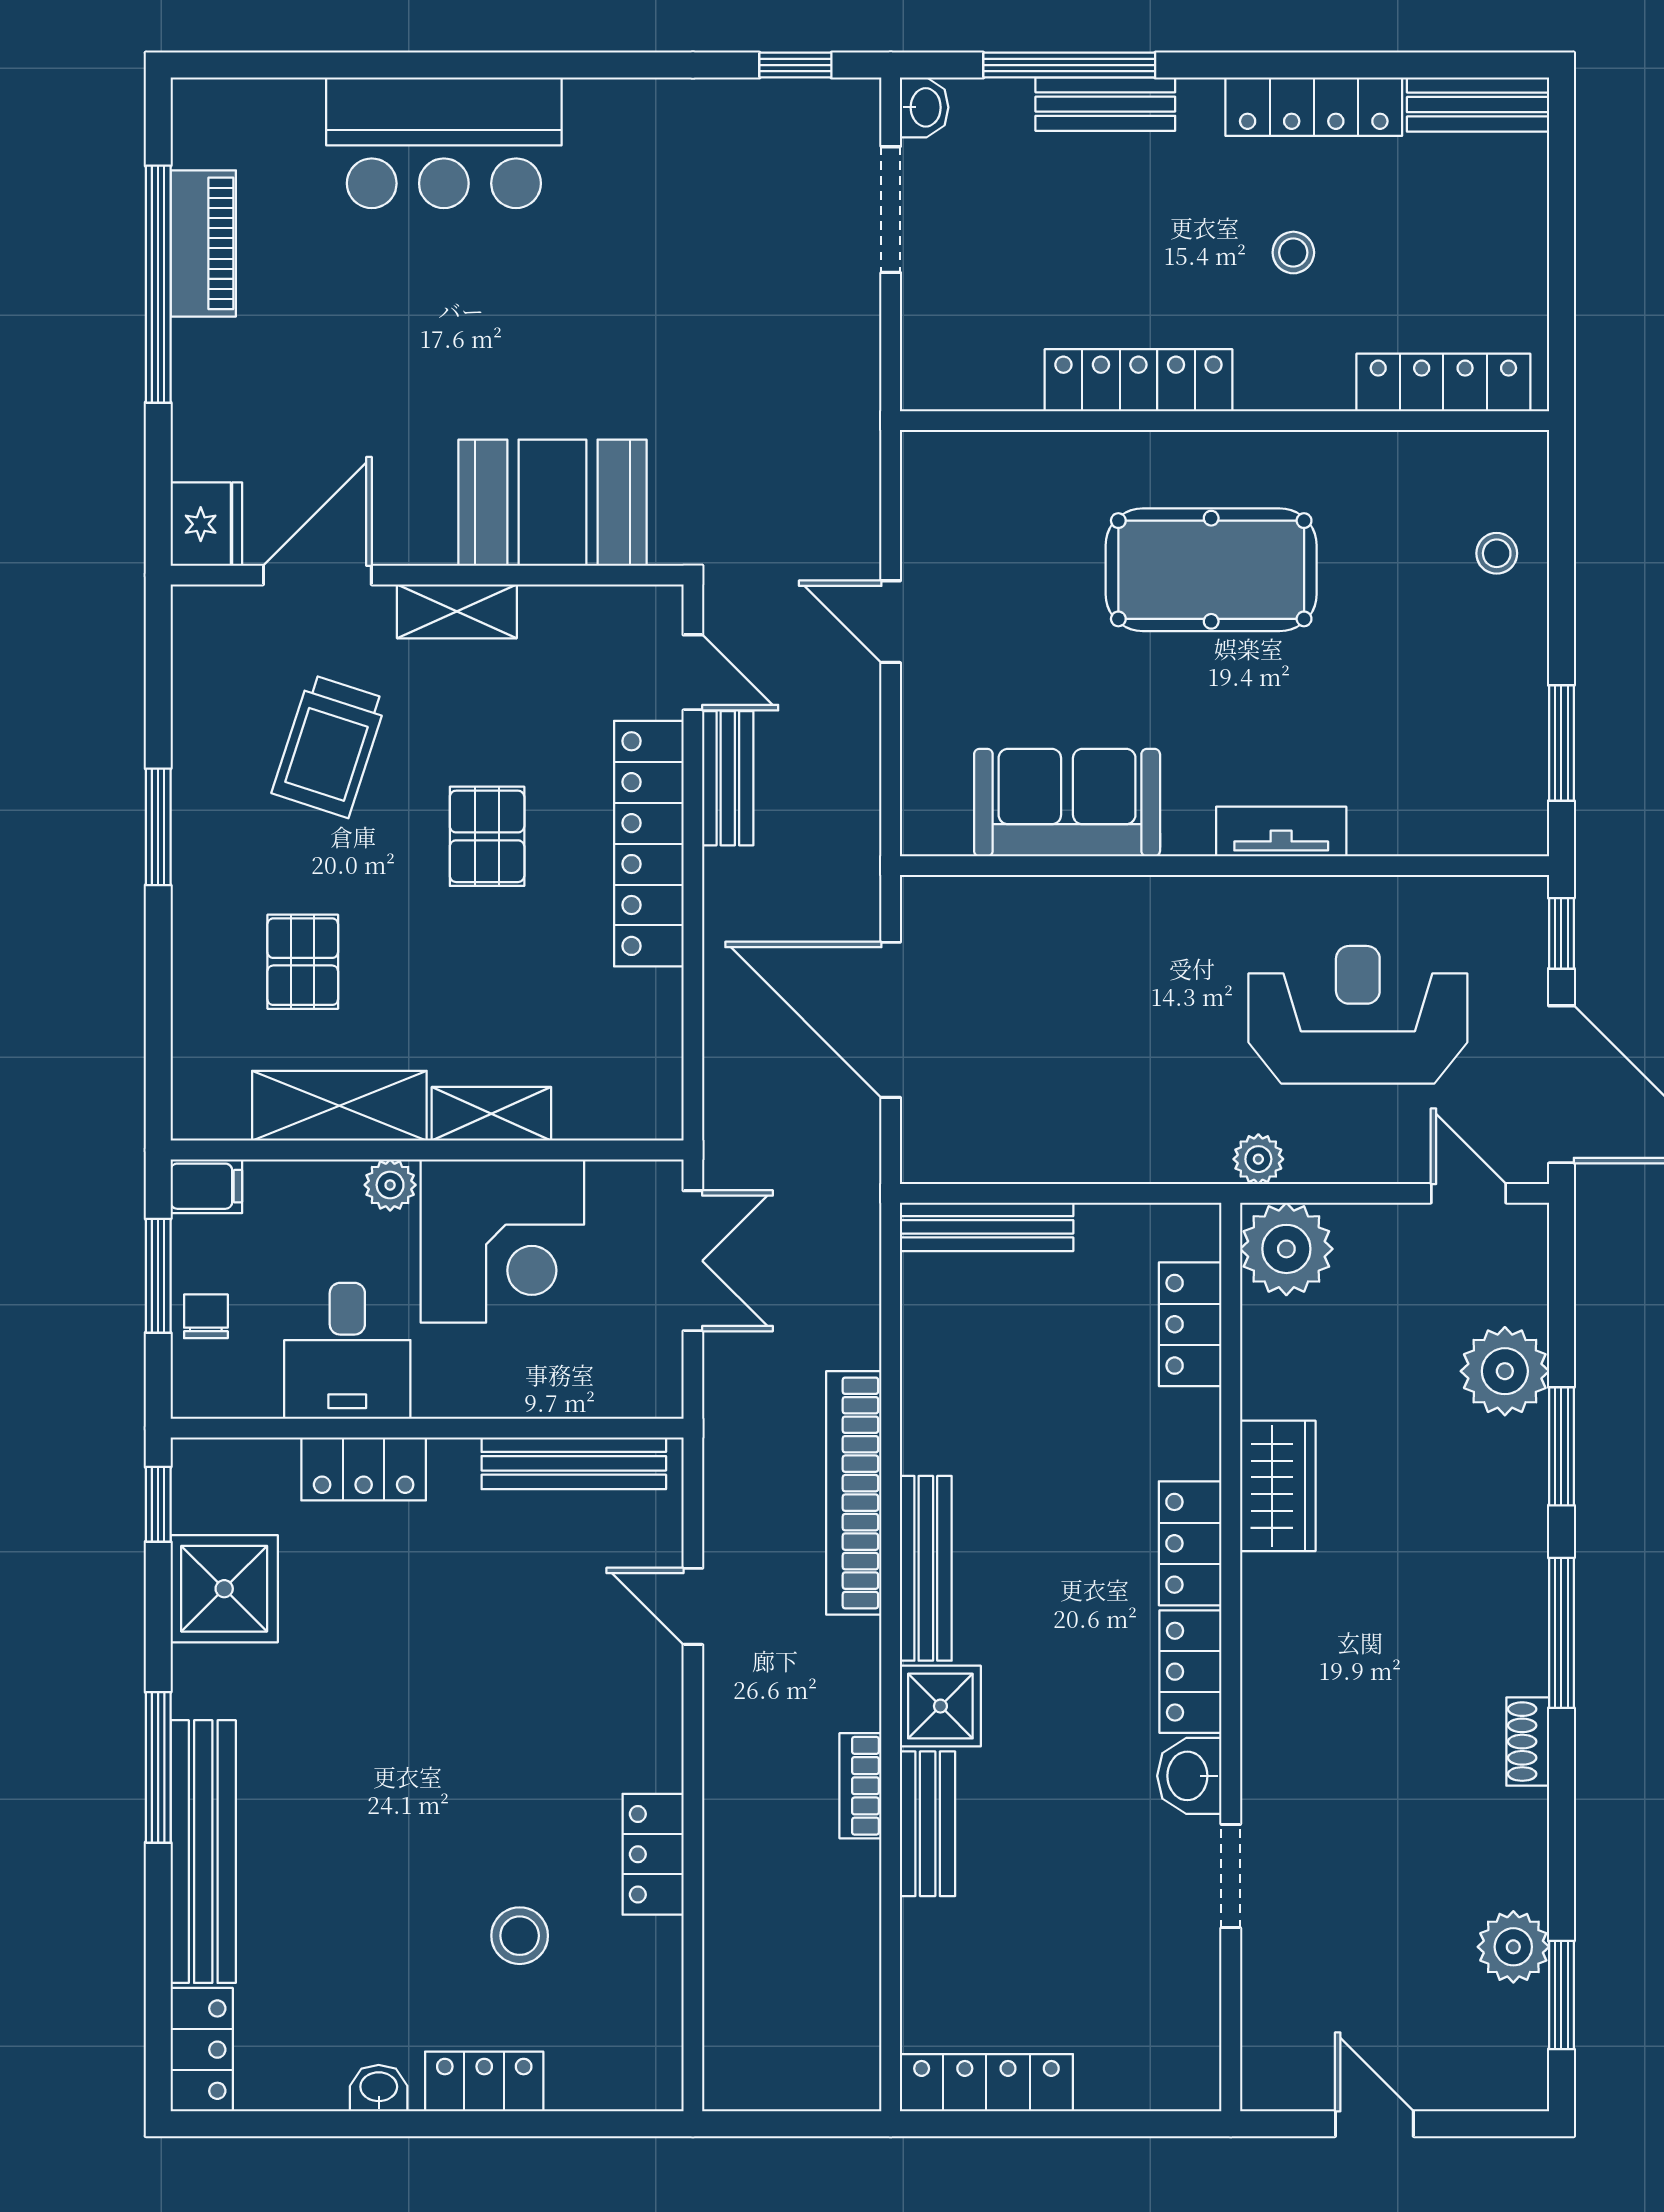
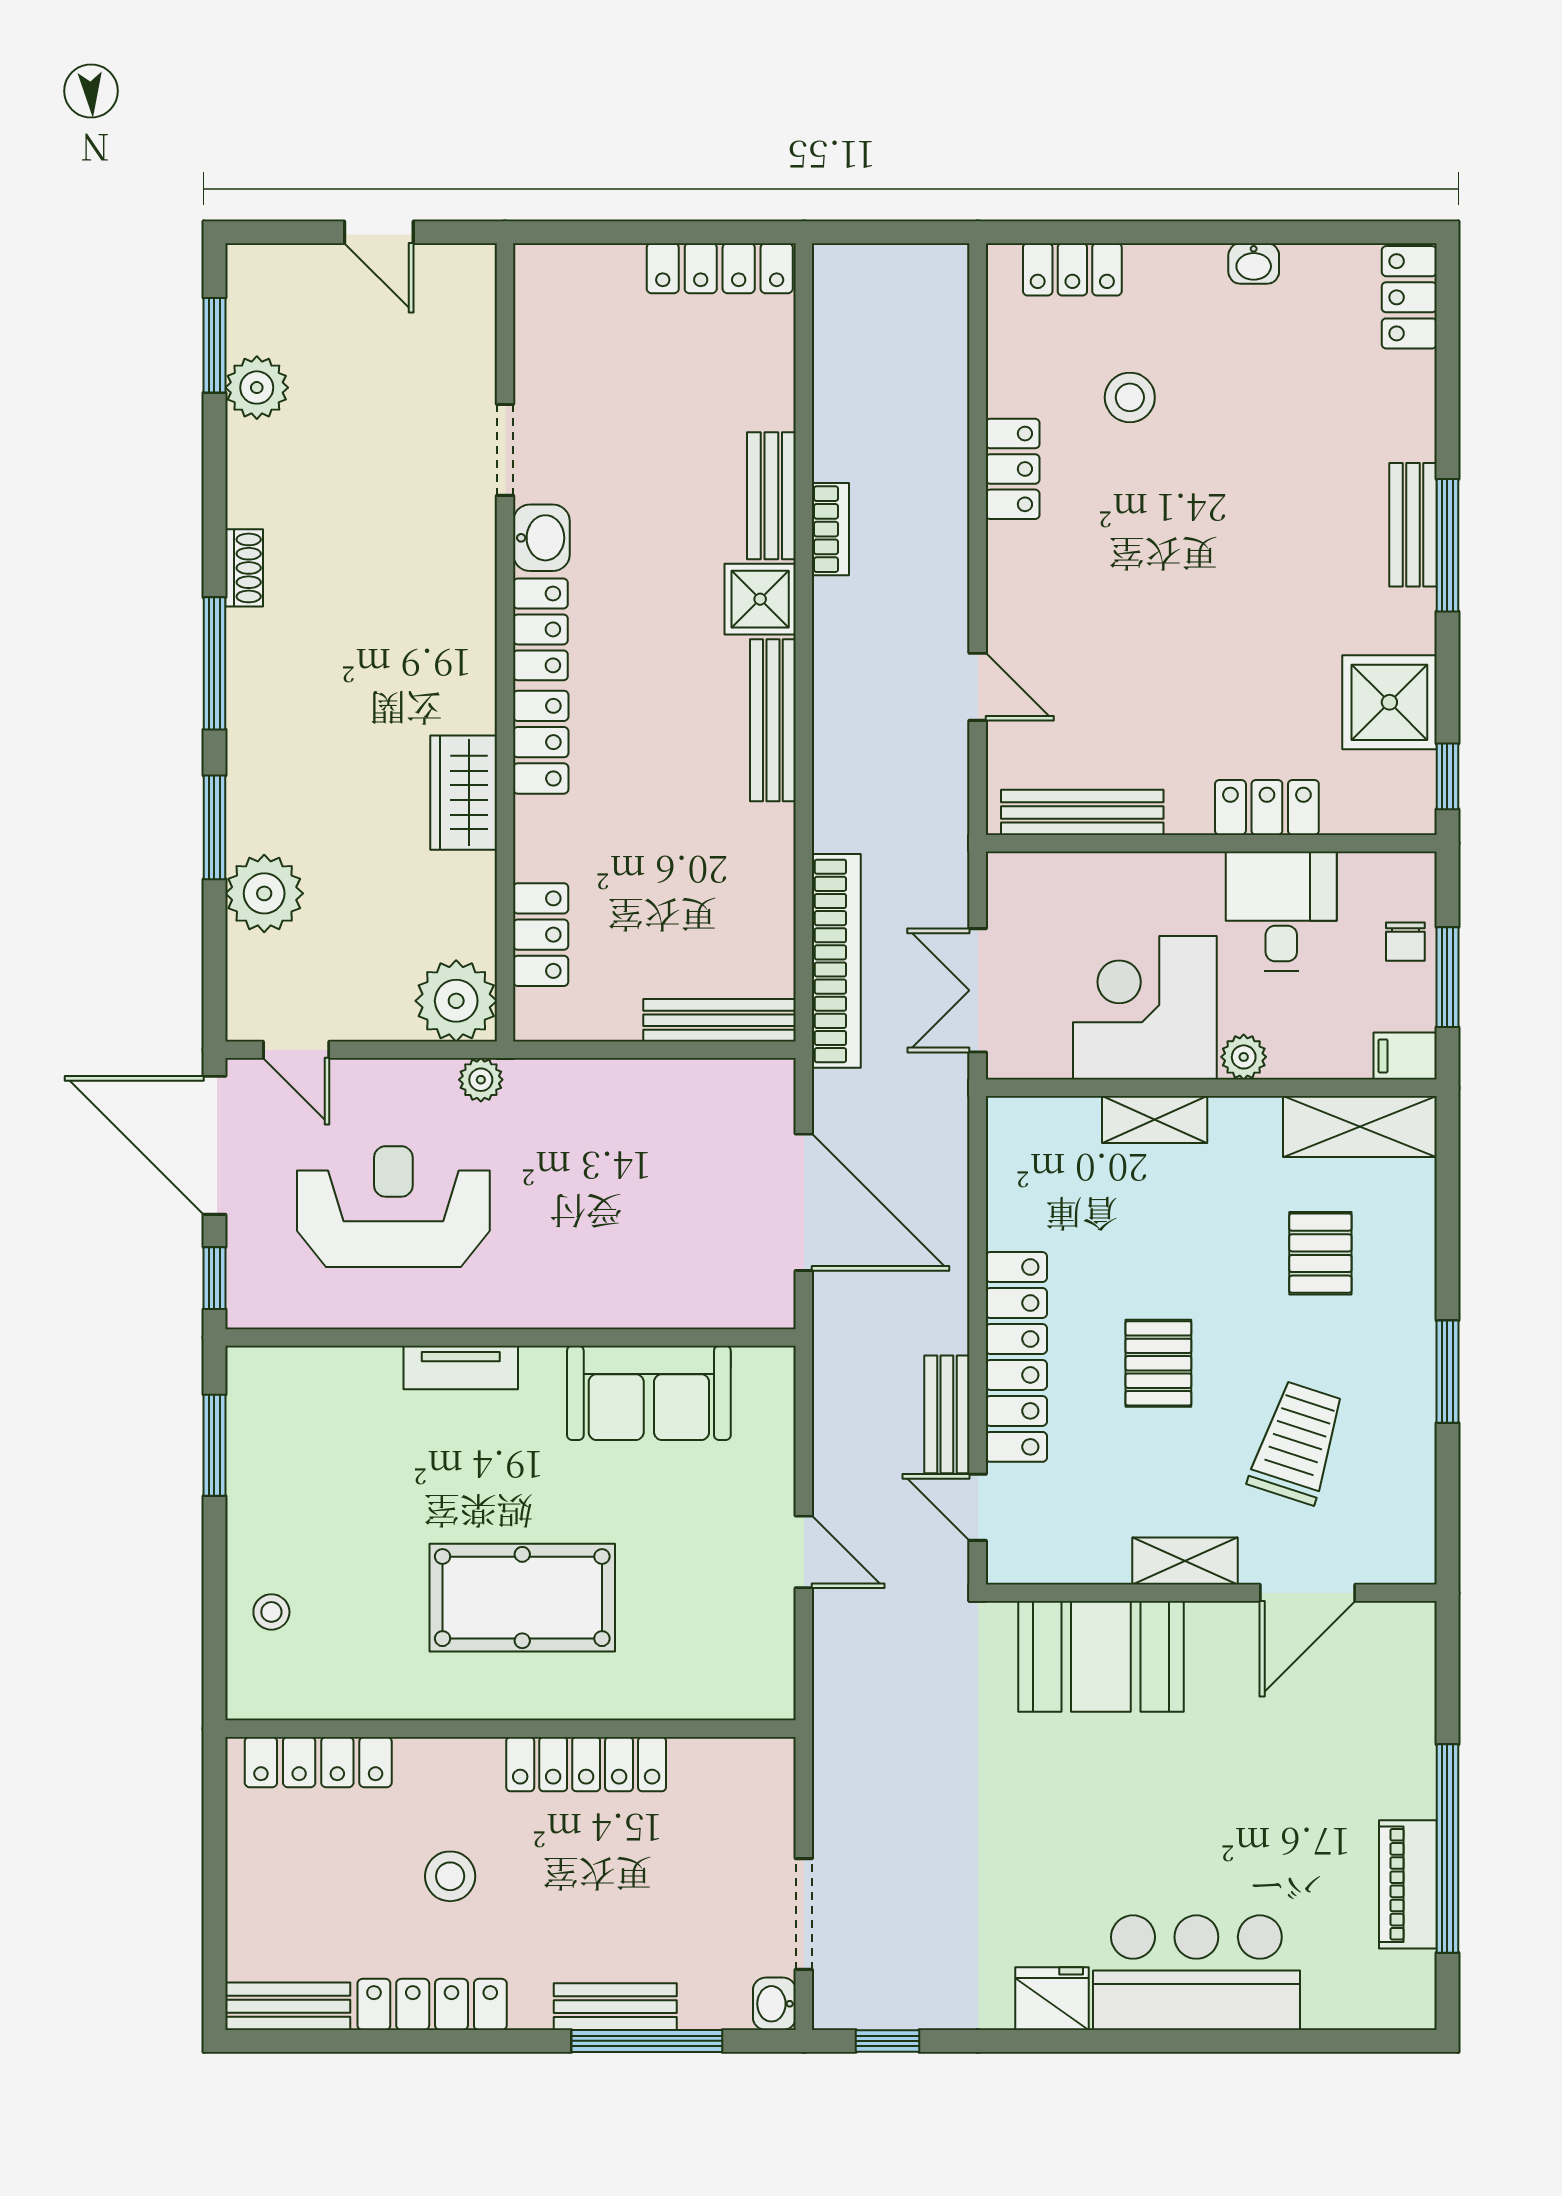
stool: (1293, 253) -> (450, 1876), width x1.37, depth x1.37
fridge: (206, 524) -> (1052, 1999), moved, turned 90
reception desk: (1358, 1015) -> (393, 1207), turned 180
shelving: (339, 1106) -> (1360, 1127), moved
bookcase: (854, 1493) -> (836, 961), moved
bench: (203, 1852) -> (1413, 525), width x0.54, depth x0.82
locker: (484, 2081) -> (1072, 269), moved

